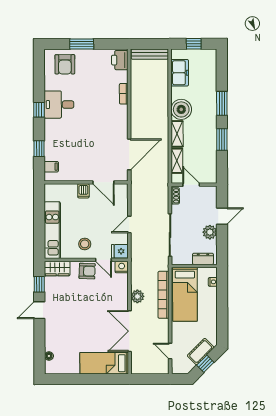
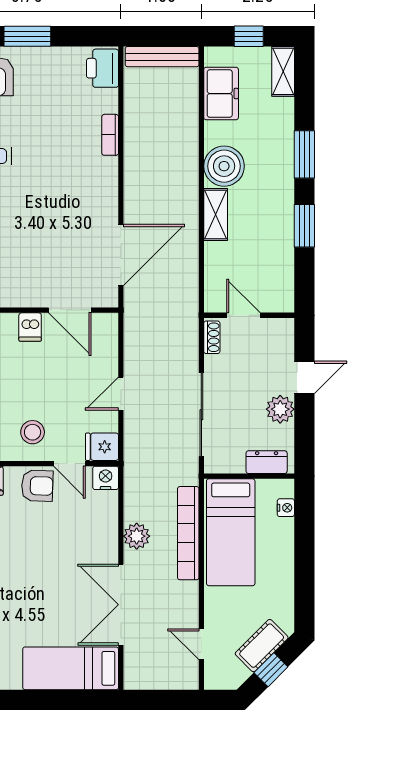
shelving: (177, 161) -> (283, 71), moved

